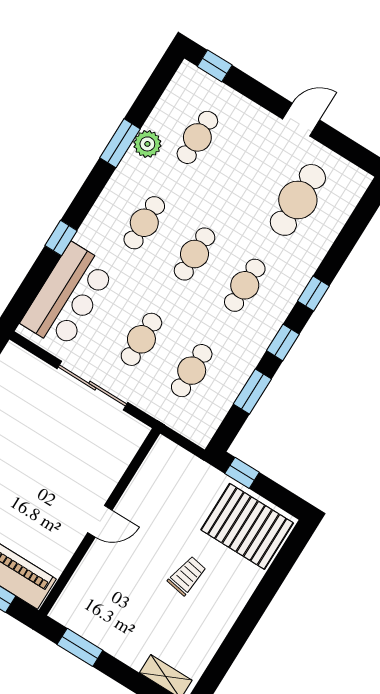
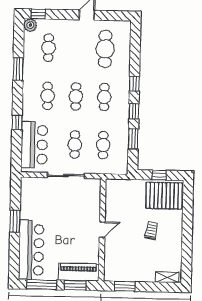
plant: (147, 144) -> (30, 25), moved
window: (242, 473) -> (159, 175), moved

